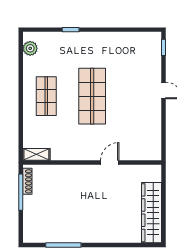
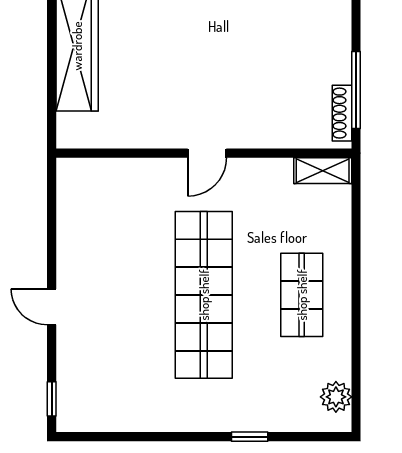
shop shelf: (92, 96) -> (204, 295), width x1.40
door: (110, 163) -> (207, 153), moved

